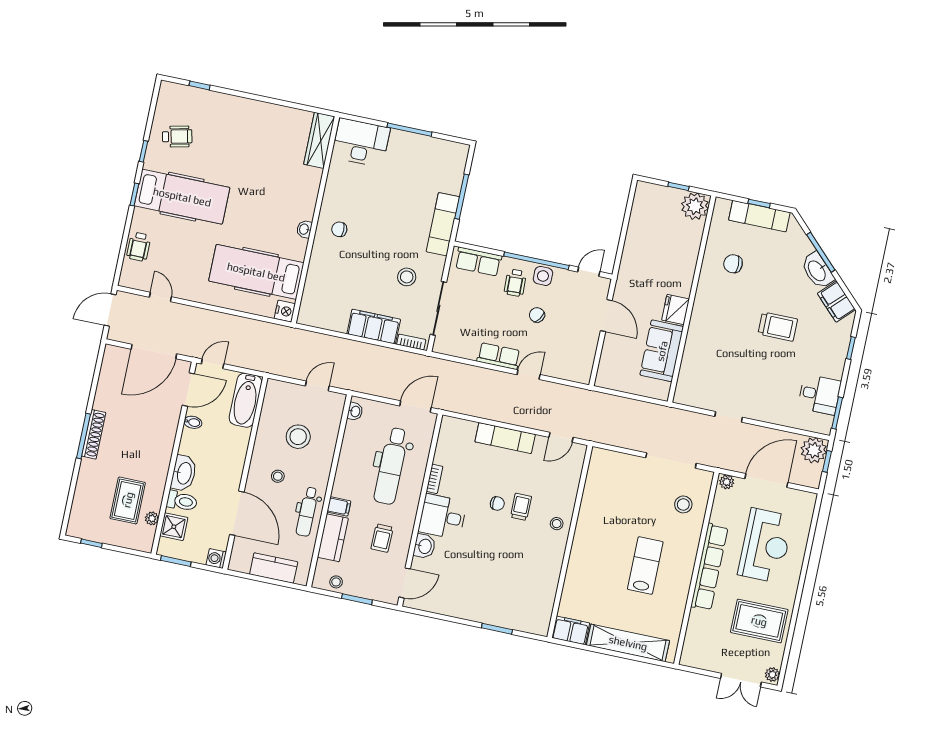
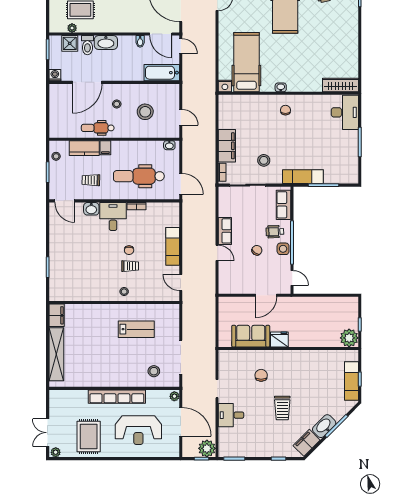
chair: (733, 264) -> (261, 375), moved
desk: (819, 395) -> (231, 415), moved, turned 90
lab bench: (645, 566) -> (136, 329), moved
kitchen counter: (274, 568) -> (57, 114), removed

